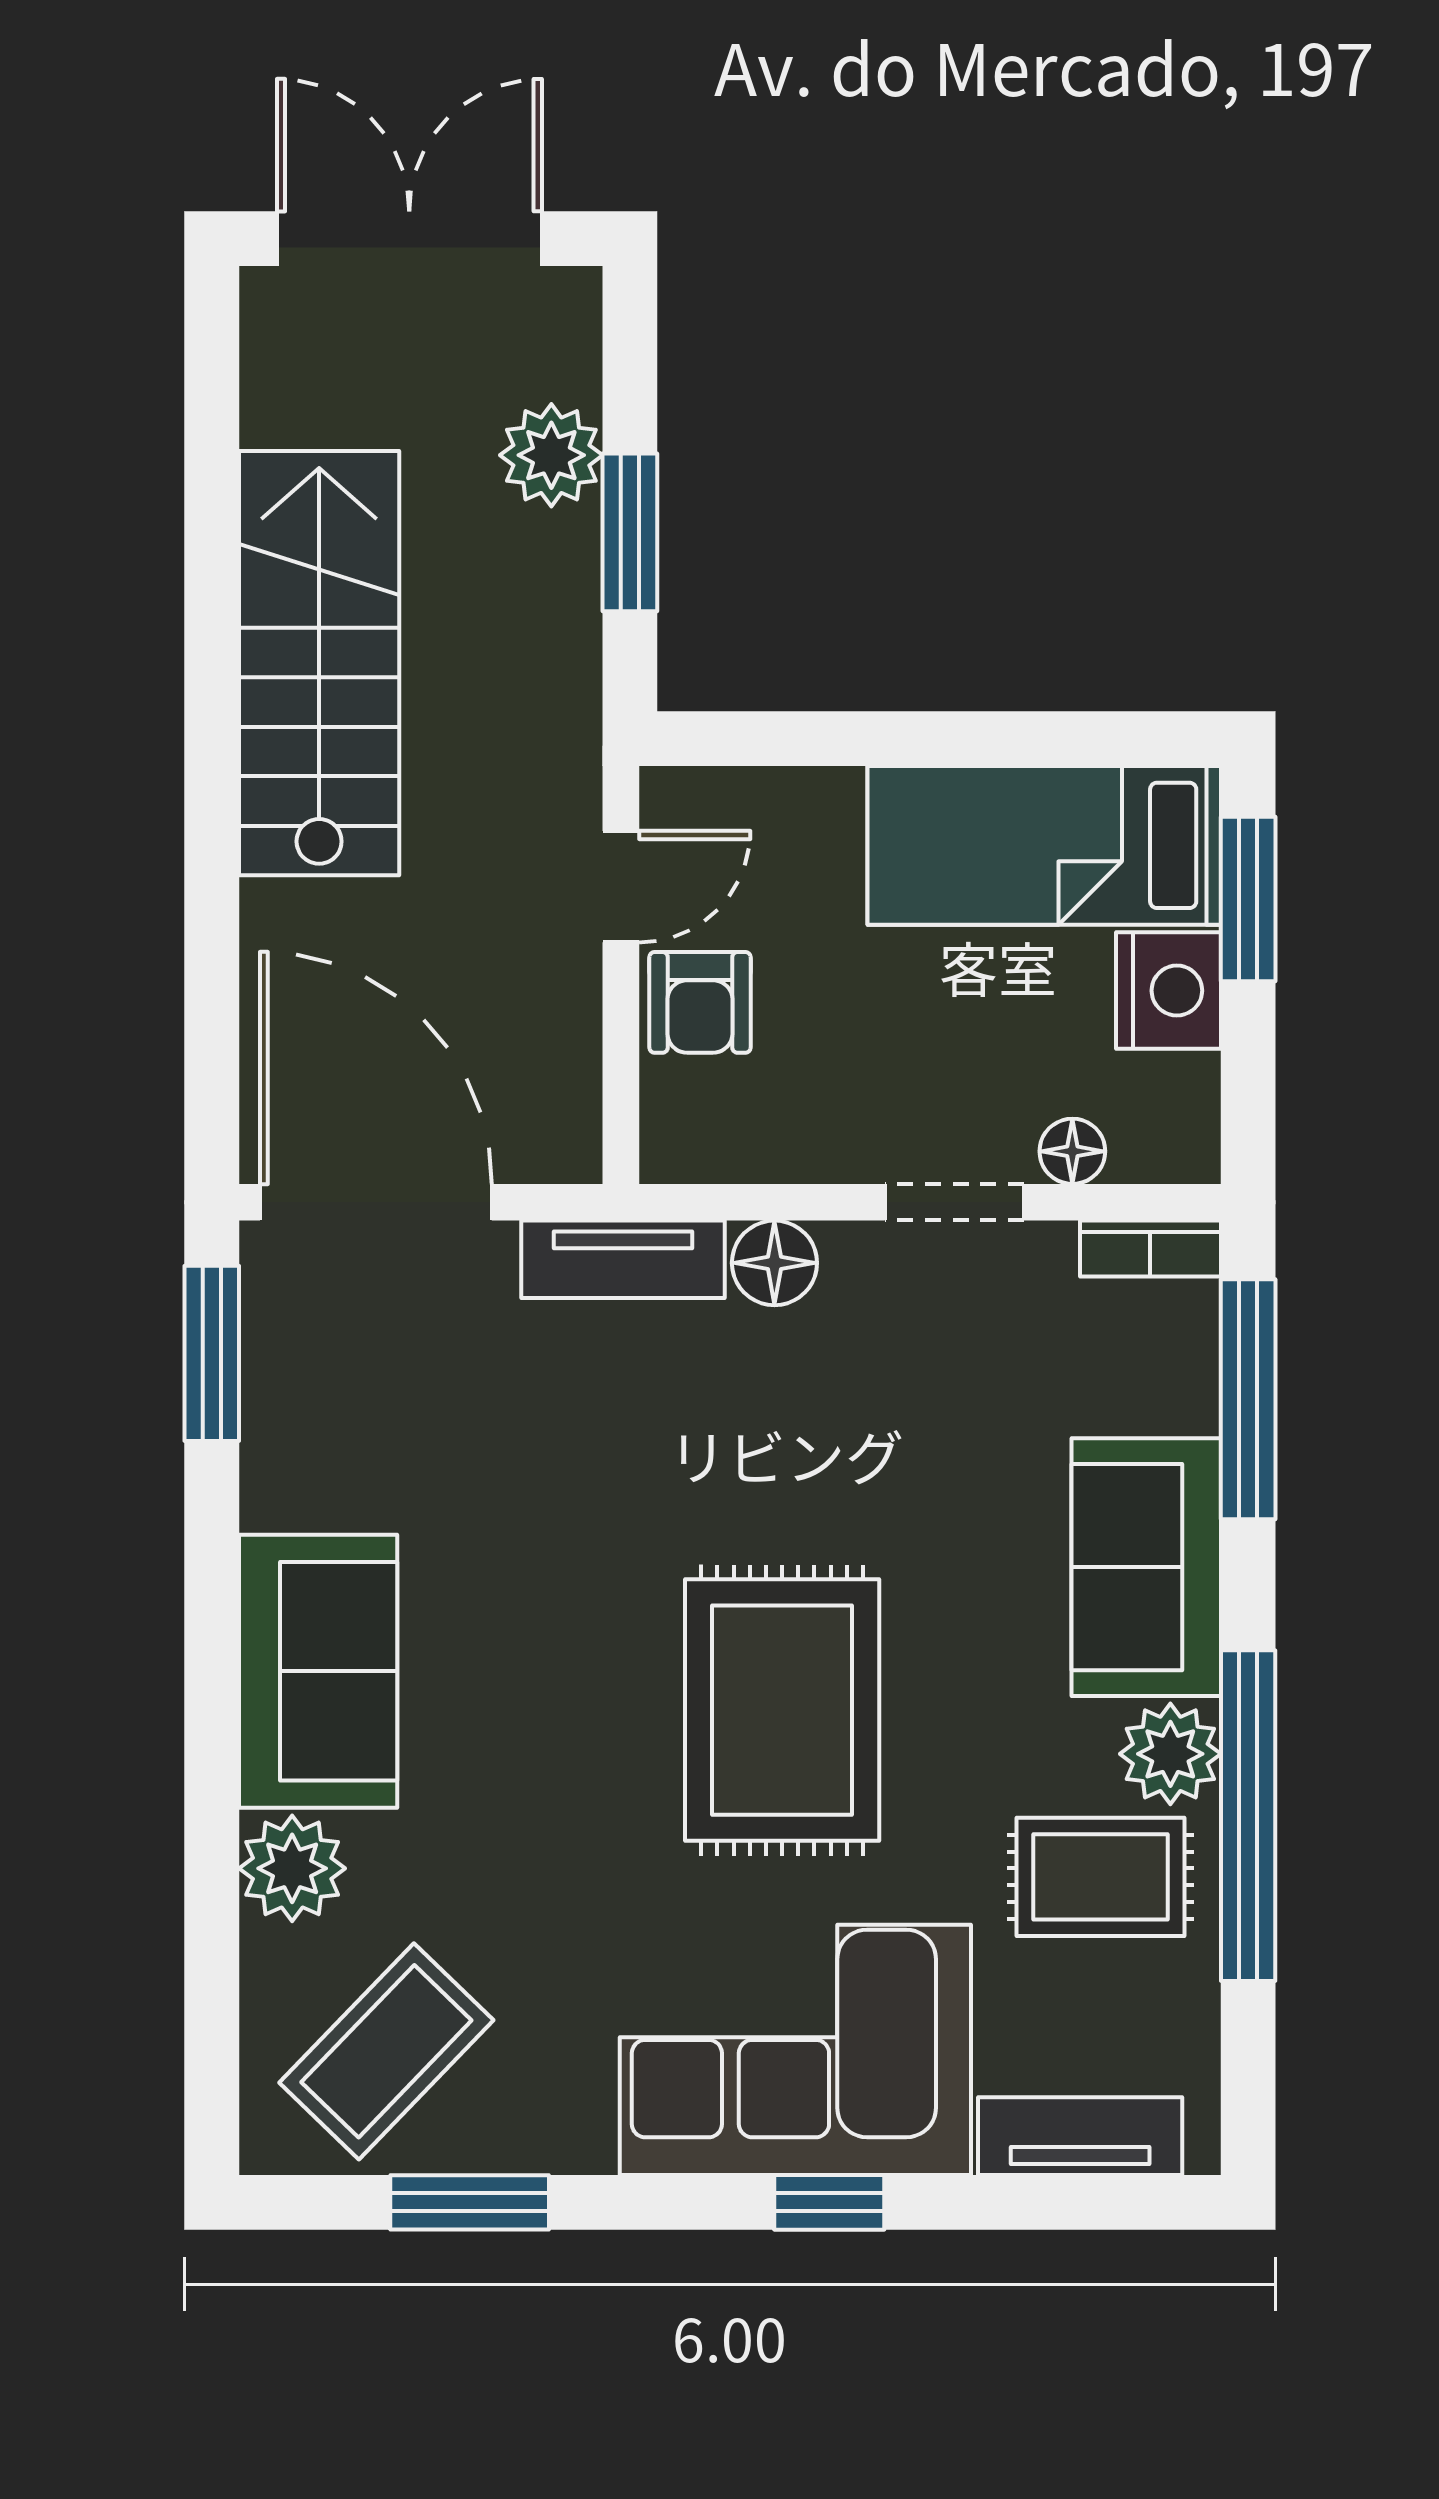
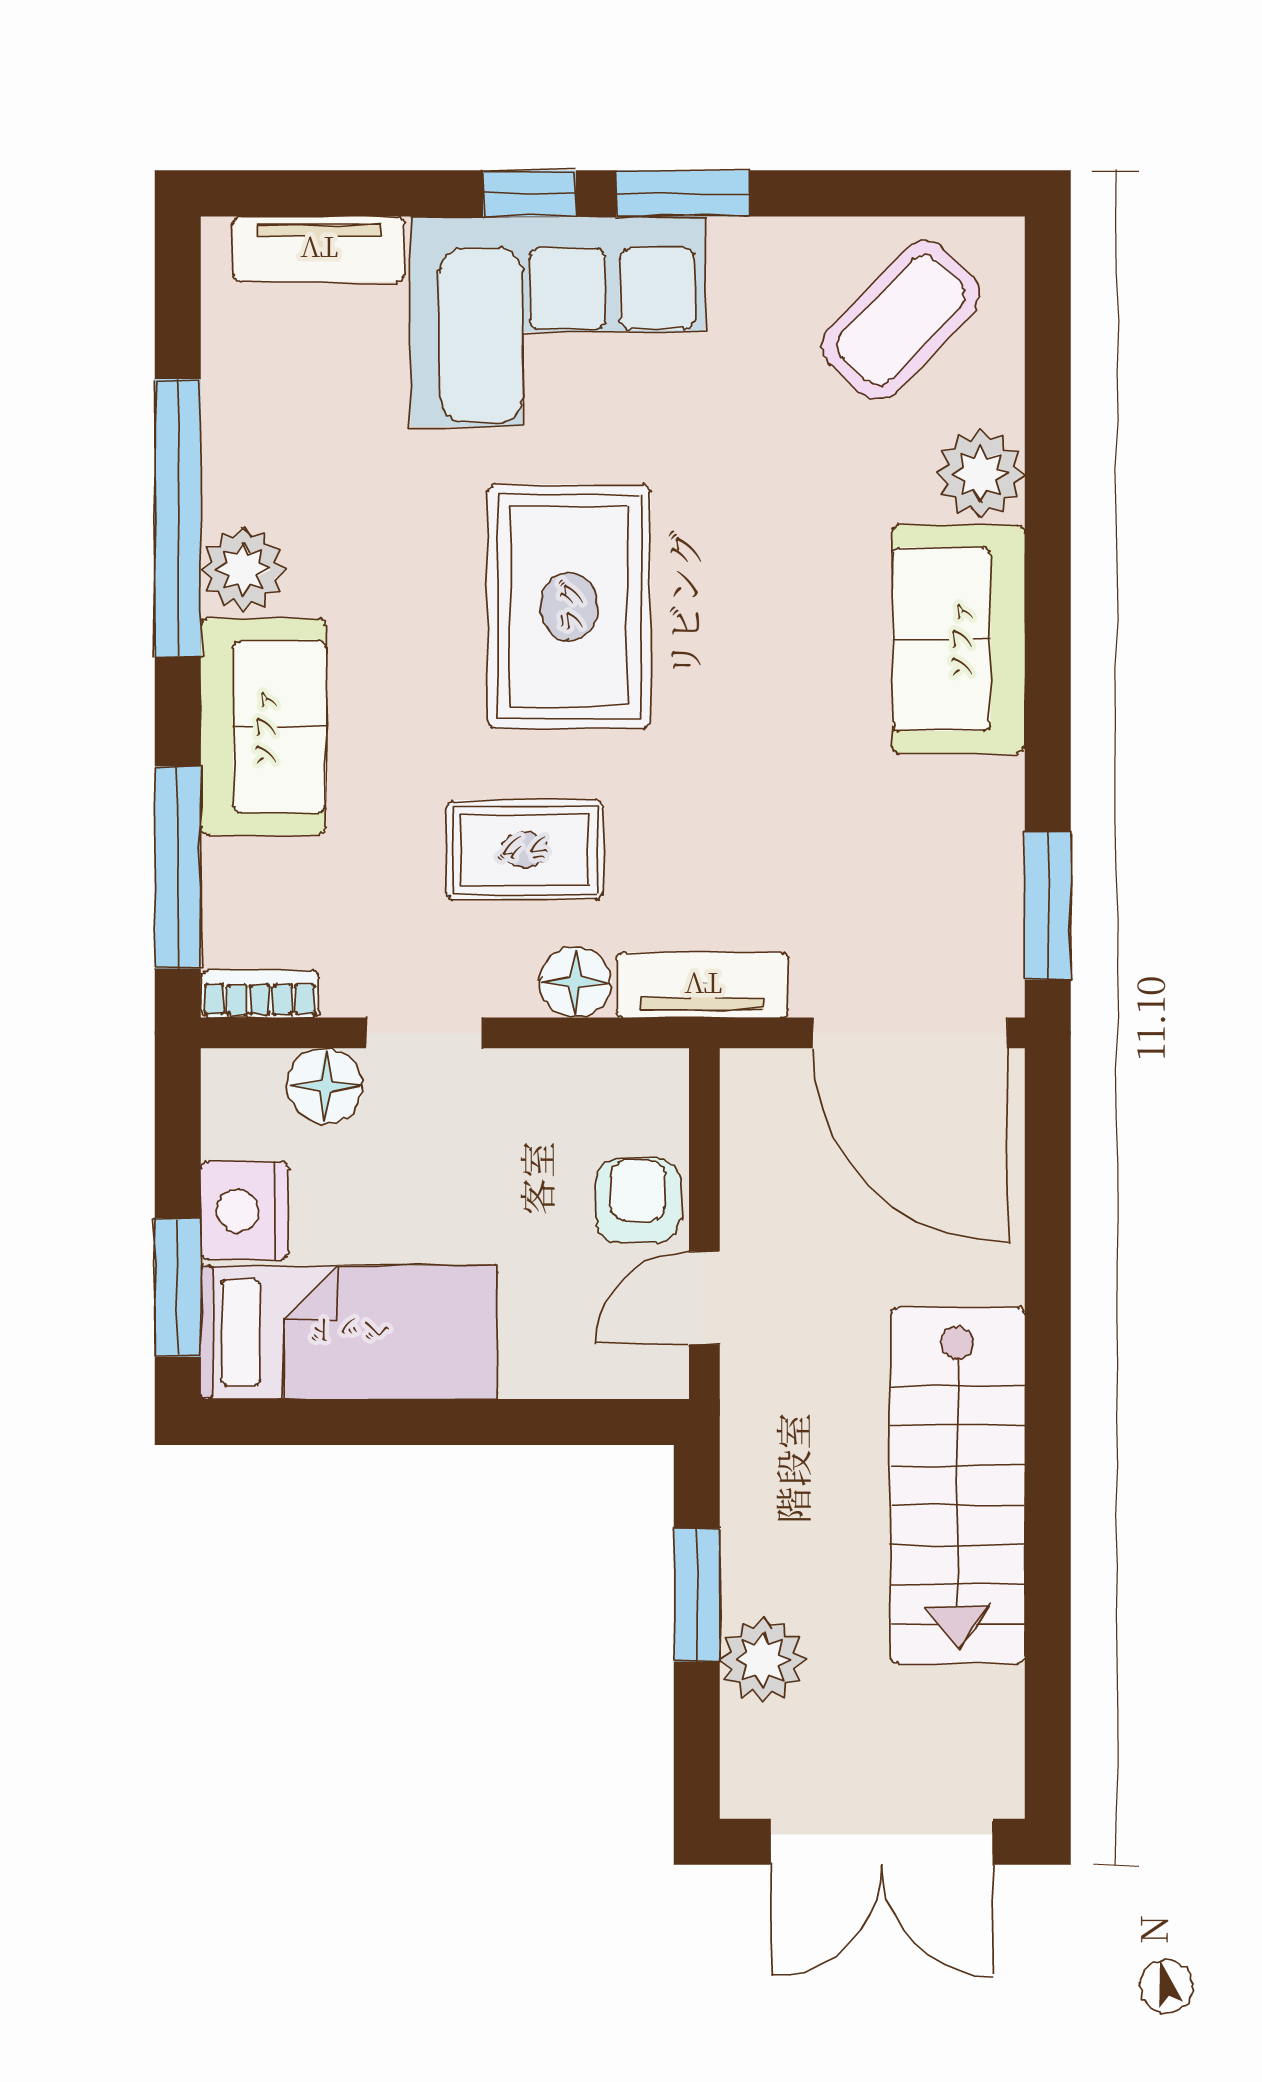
floor lamp: (1072, 1151) -> (325, 1086), width x1.37, depth x1.37
rug: (1100, 1877) -> (525, 850), moved
window: (470, 2202) -> (683, 193), moved

